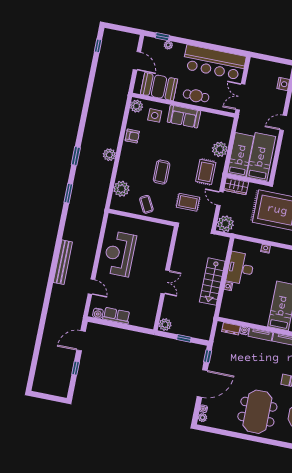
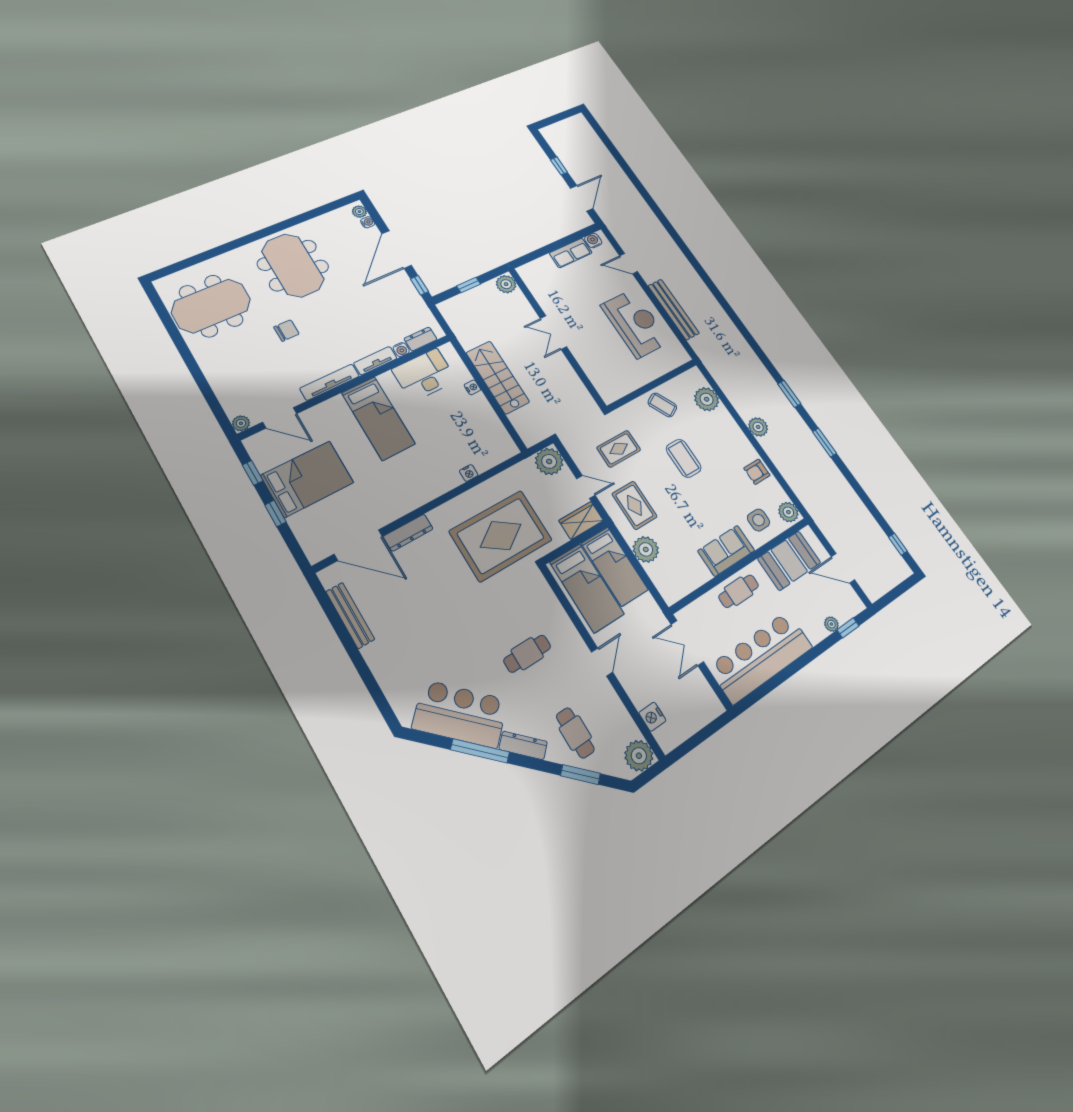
double door: (240, 97) -> (687, 643), swing flipped
window: (68, 193) -> (824, 443), moved
bench: (63, 262) -> (674, 309), moved
desk: (240, 268) -> (424, 375), moved, turned -90

